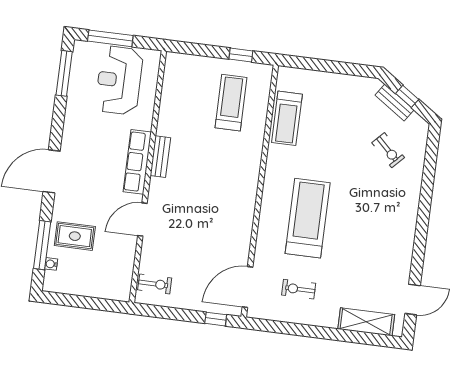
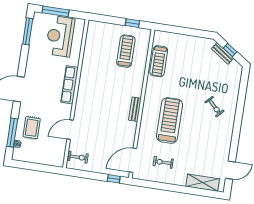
exercise bike: (388, 150) -> (215, 107), moved
bench: (160, 157) -> (135, 109), moved
door: (142, 220) -> (70, 130), moved
rug: (75, 236) -> (32, 128), turned 90

